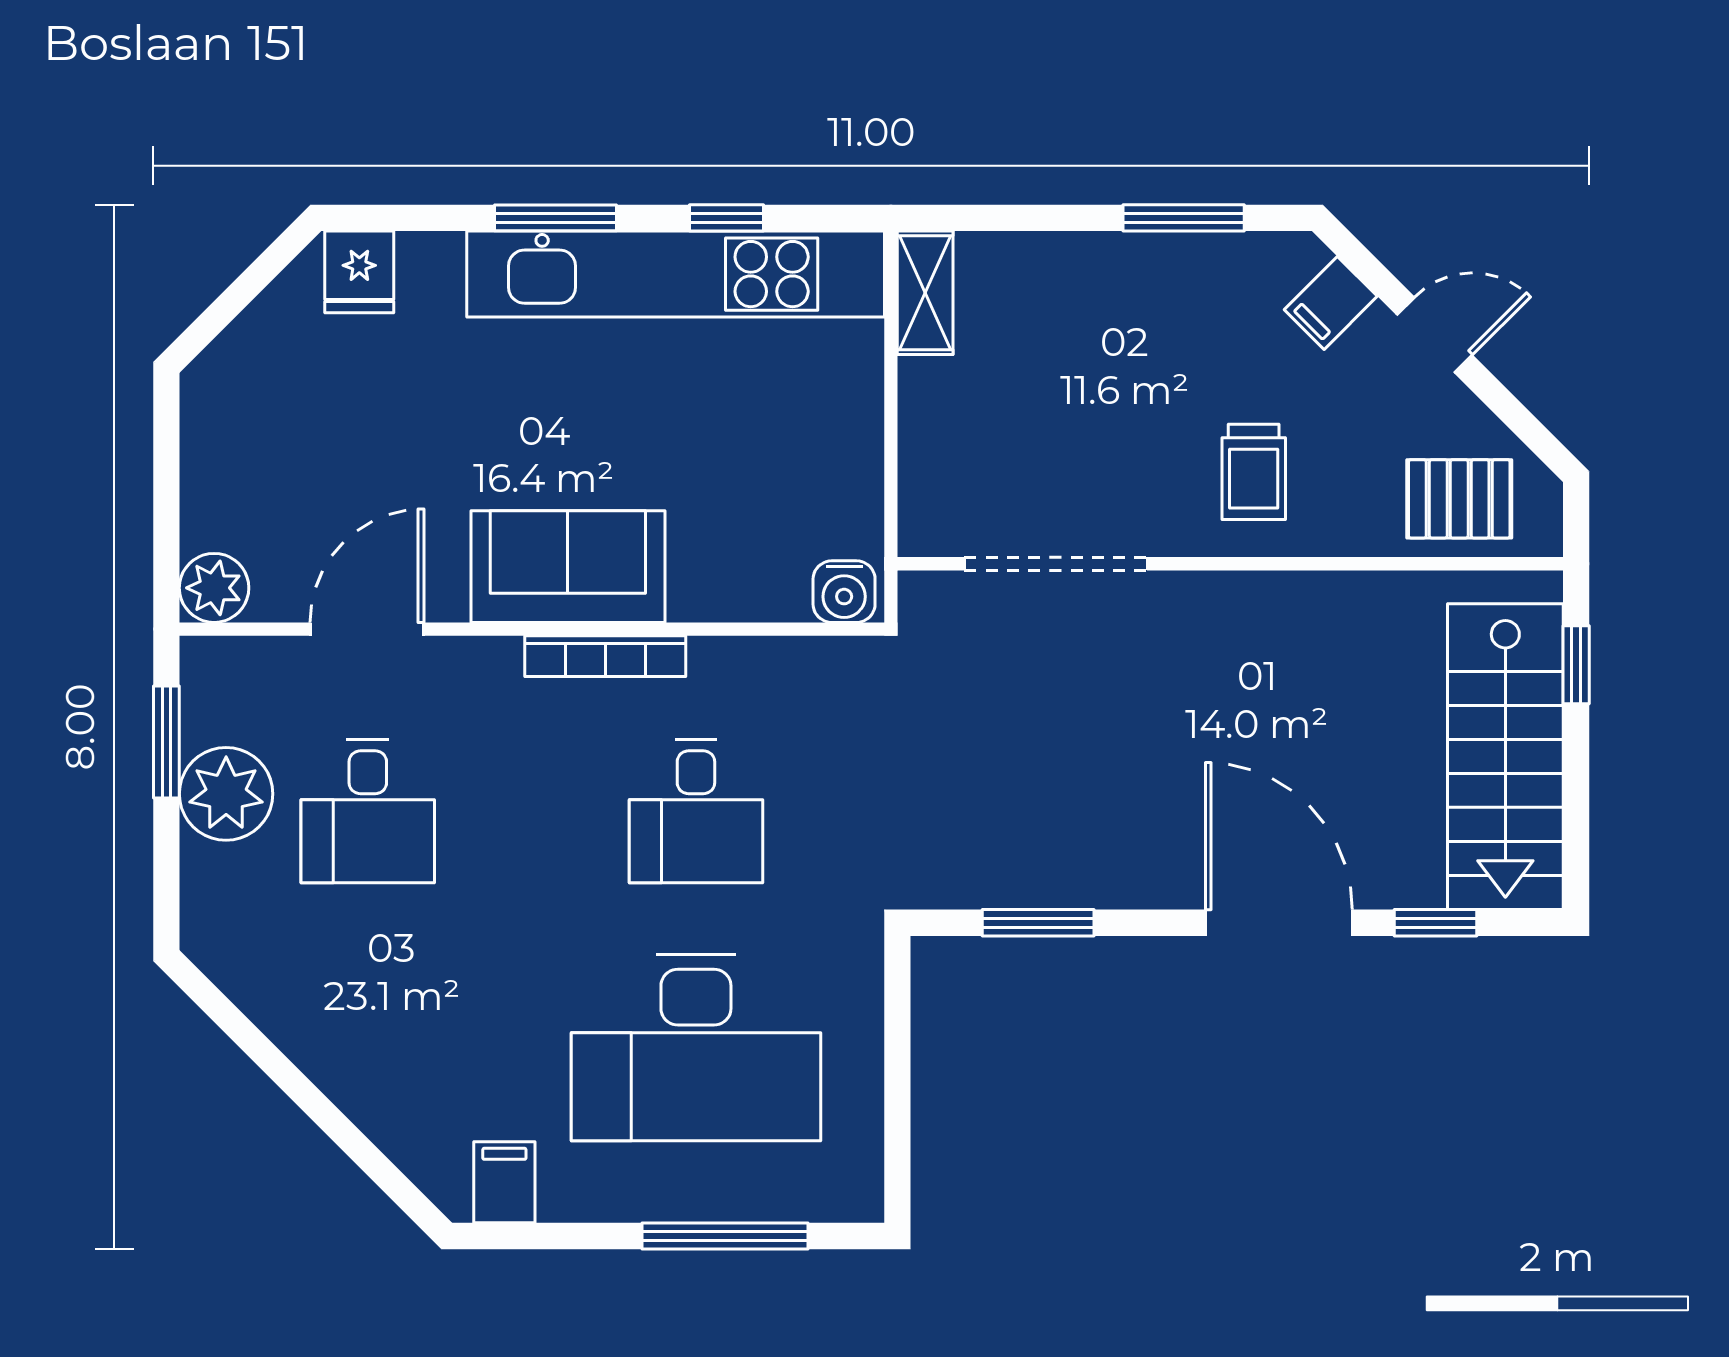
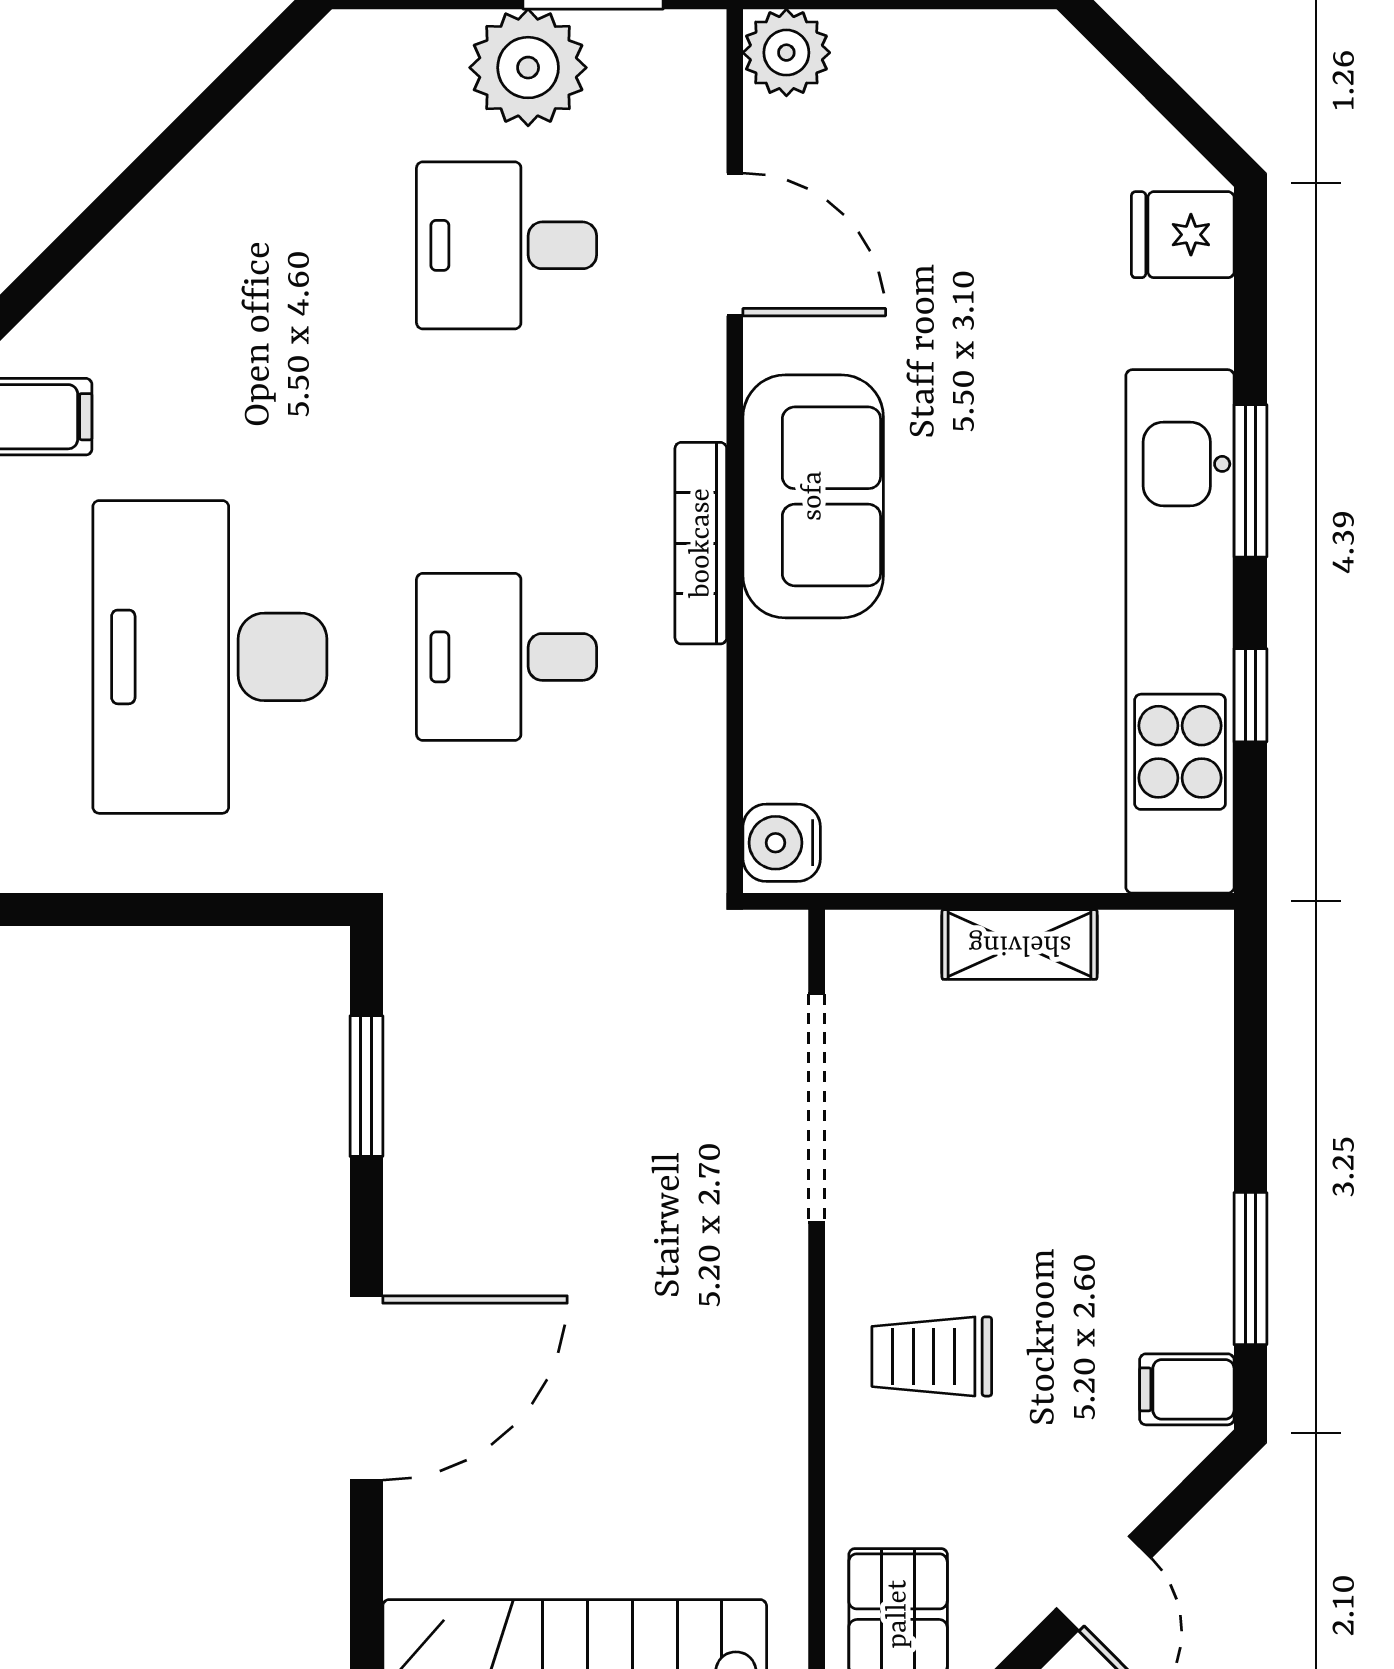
shelving: (925, 293) -> (1020, 944), moved
filing cabinet: (1331, 303) -> (1187, 1389), moved, turned -45
window: (1435, 923) -> (366, 1584), removed

